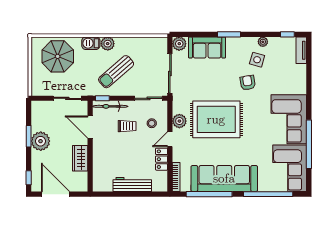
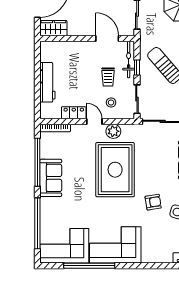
window: (102, 98) -> (137, 67), moved
door: (90, 127) -> (107, 38), hinge flipped
wardrobe: (80, 158) -> (53, 28), moved
sofa: (224, 178) -> (51, 178), width x0.54, depth x0.79

